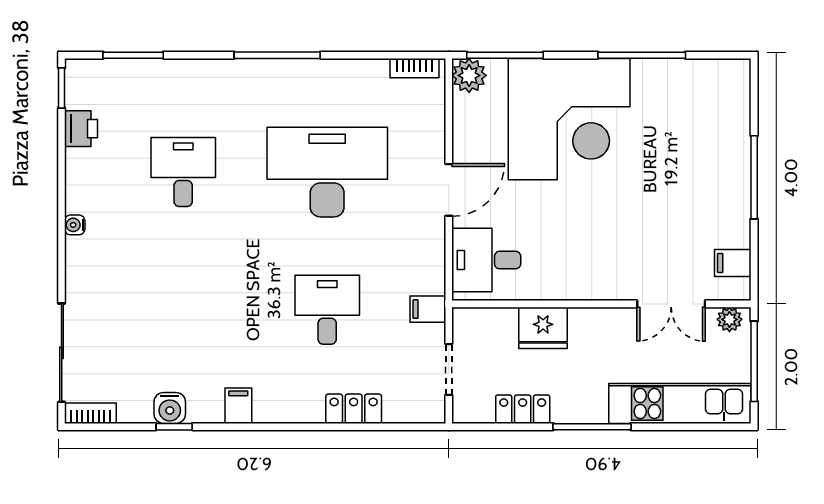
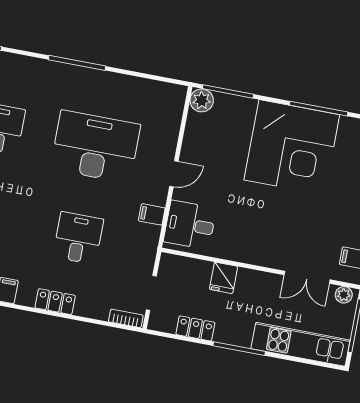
bookcase: (414, 68) -> (126, 318), moved, turned 180
corner desk: (569, 119) -> (292, 147), moved
door: (449, 190) -> (174, 174), width x0.73
filing cabinet: (428, 309) -> (152, 214), moved
fridge: (543, 328) -> (224, 278), width x0.72
locker: (354, 409) -> (55, 302), moved

